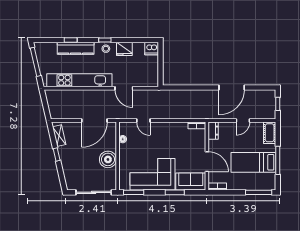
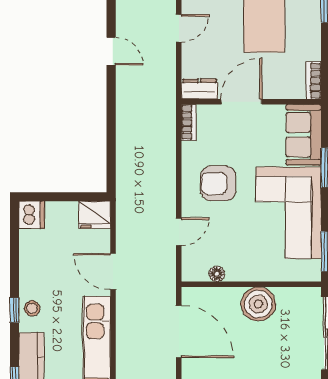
fridge: (124, 49) -> (94, 215), moved, turned 90
door: (232, 87) -> (111, 51), width x0.53
door: (124, 88) -> (113, 271), swing flipped
door: (243, 121) -> (179, 28), hinge flipped
armchair: (167, 140) -> (218, 183), added
door: (207, 162) -> (241, 102), moved

